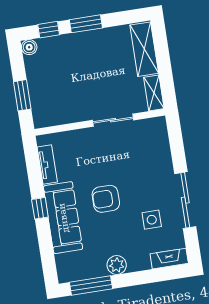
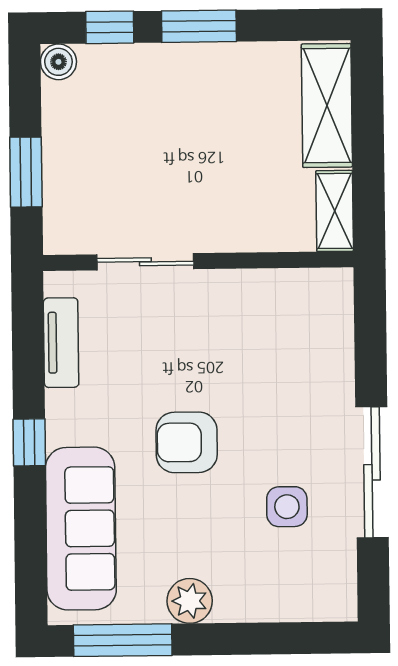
sliding door: (113, 120) -> (145, 262), moved
sofa: (63, 218) -> (81, 529), moved
fireplace: (169, 259) -> (315, 604), removed

